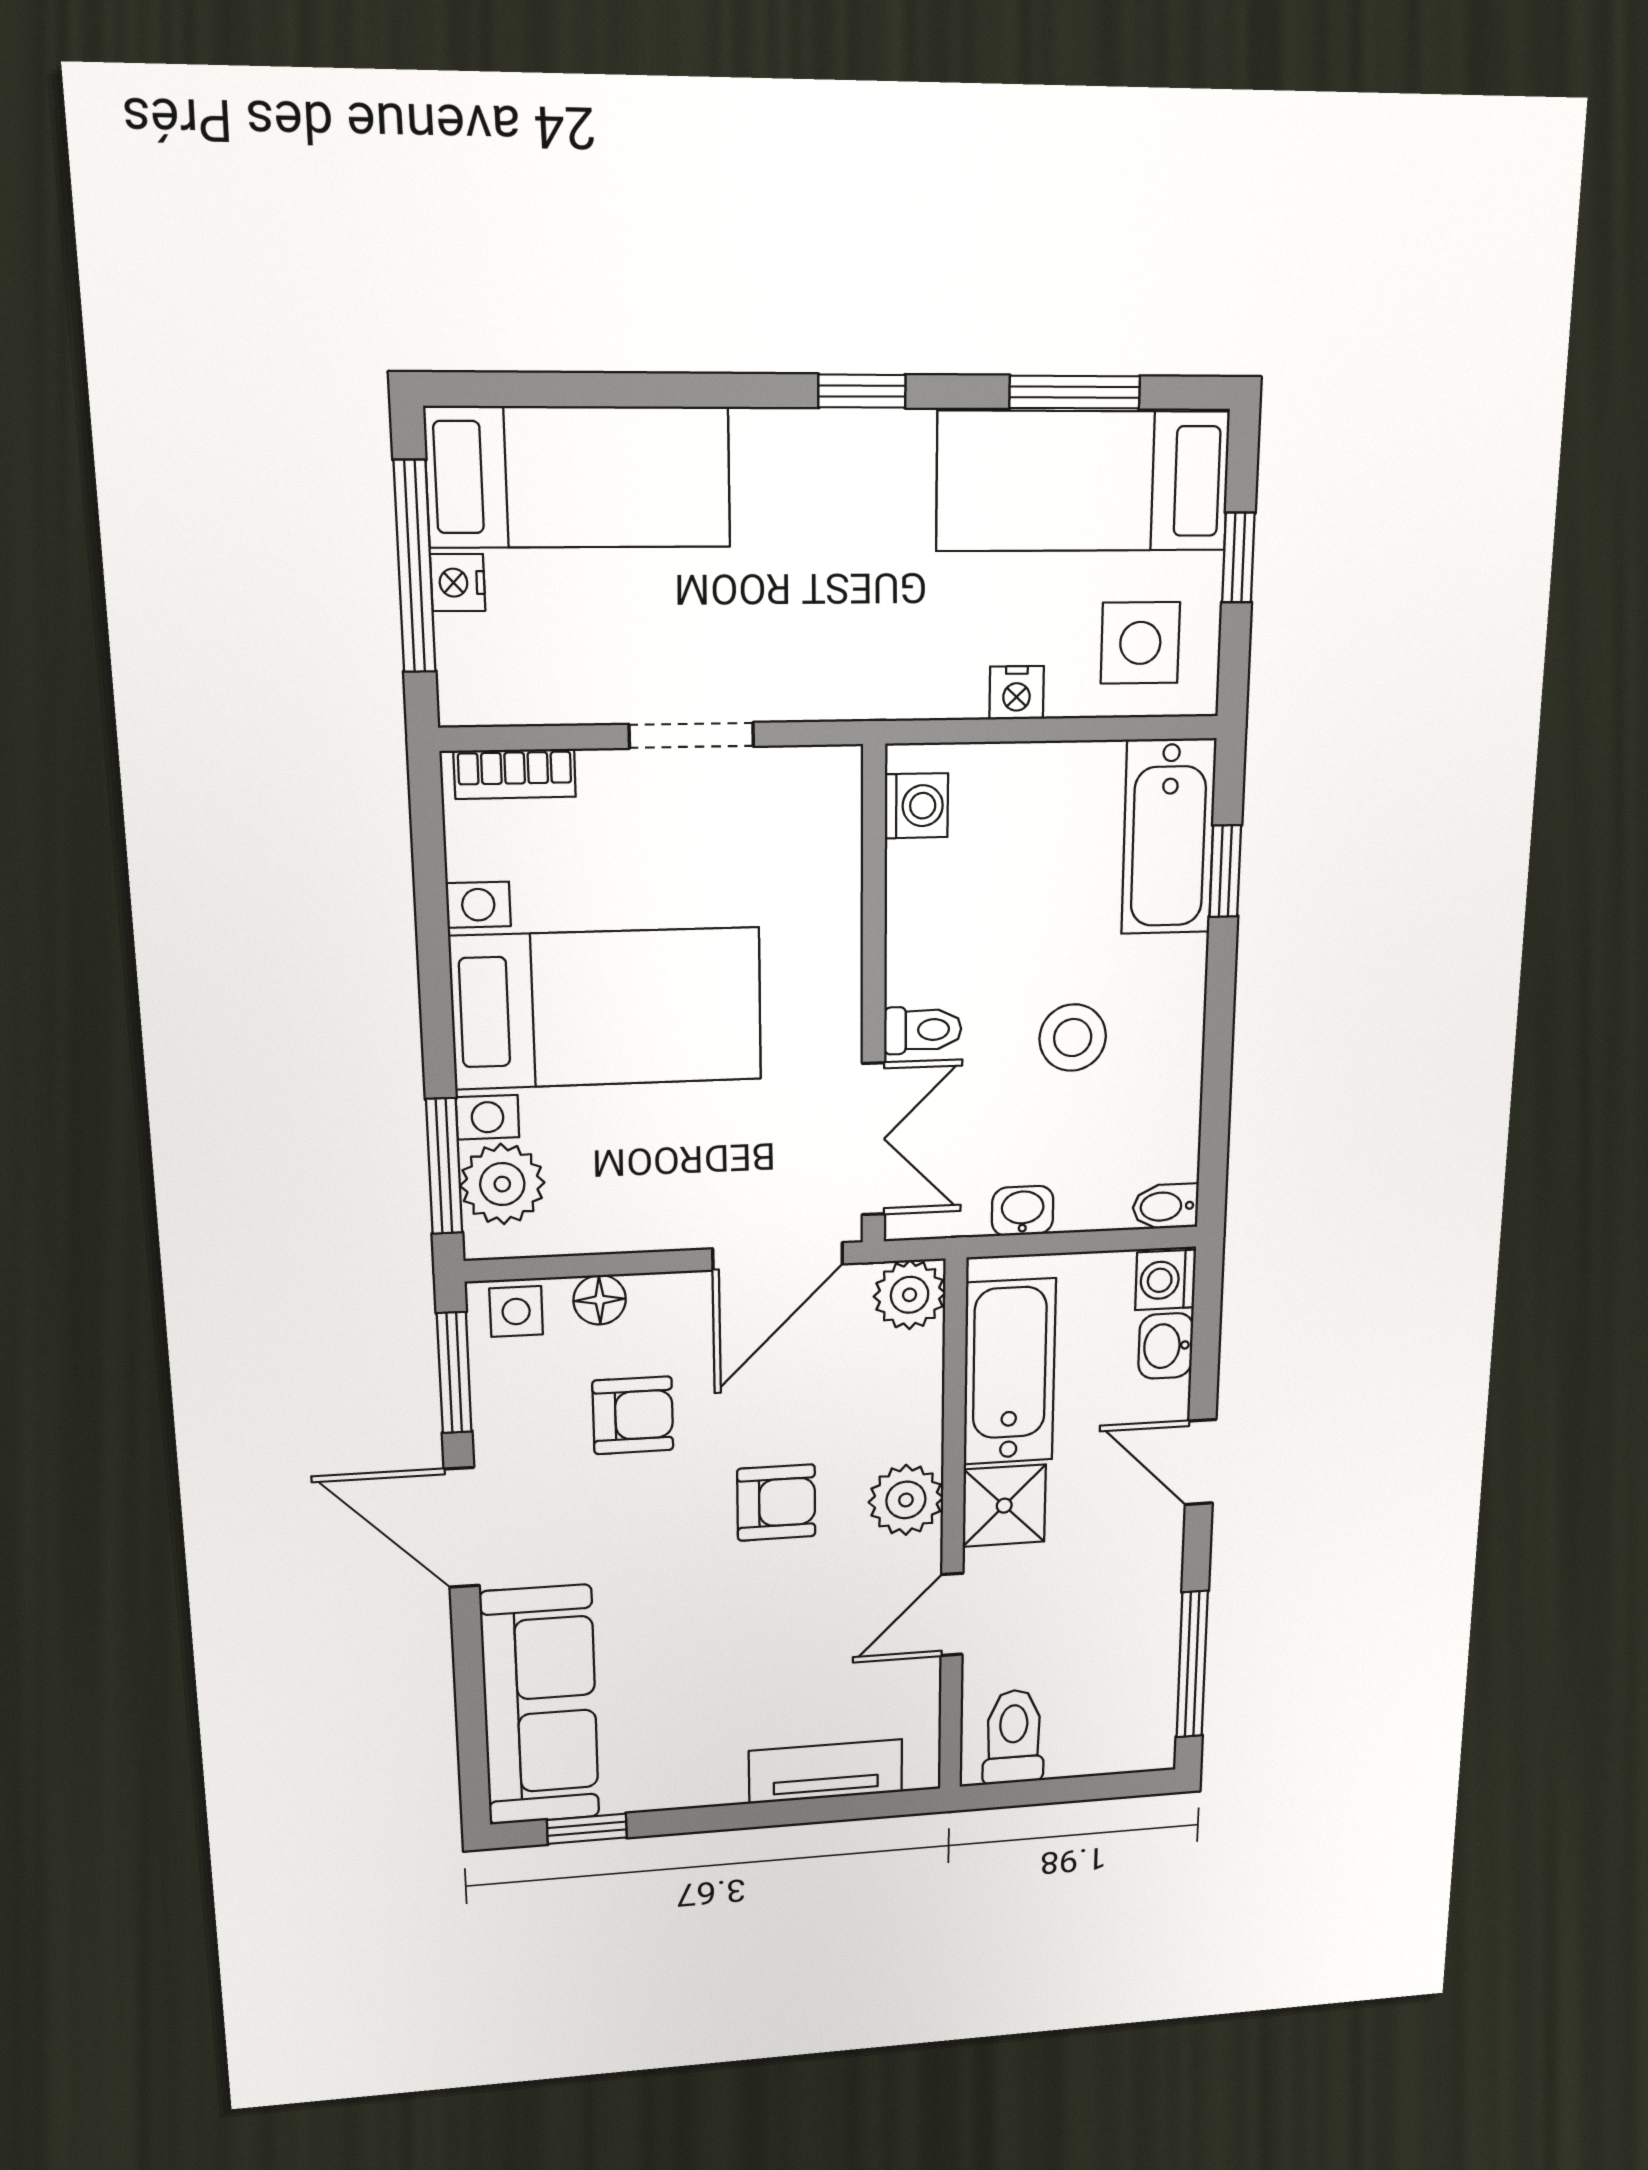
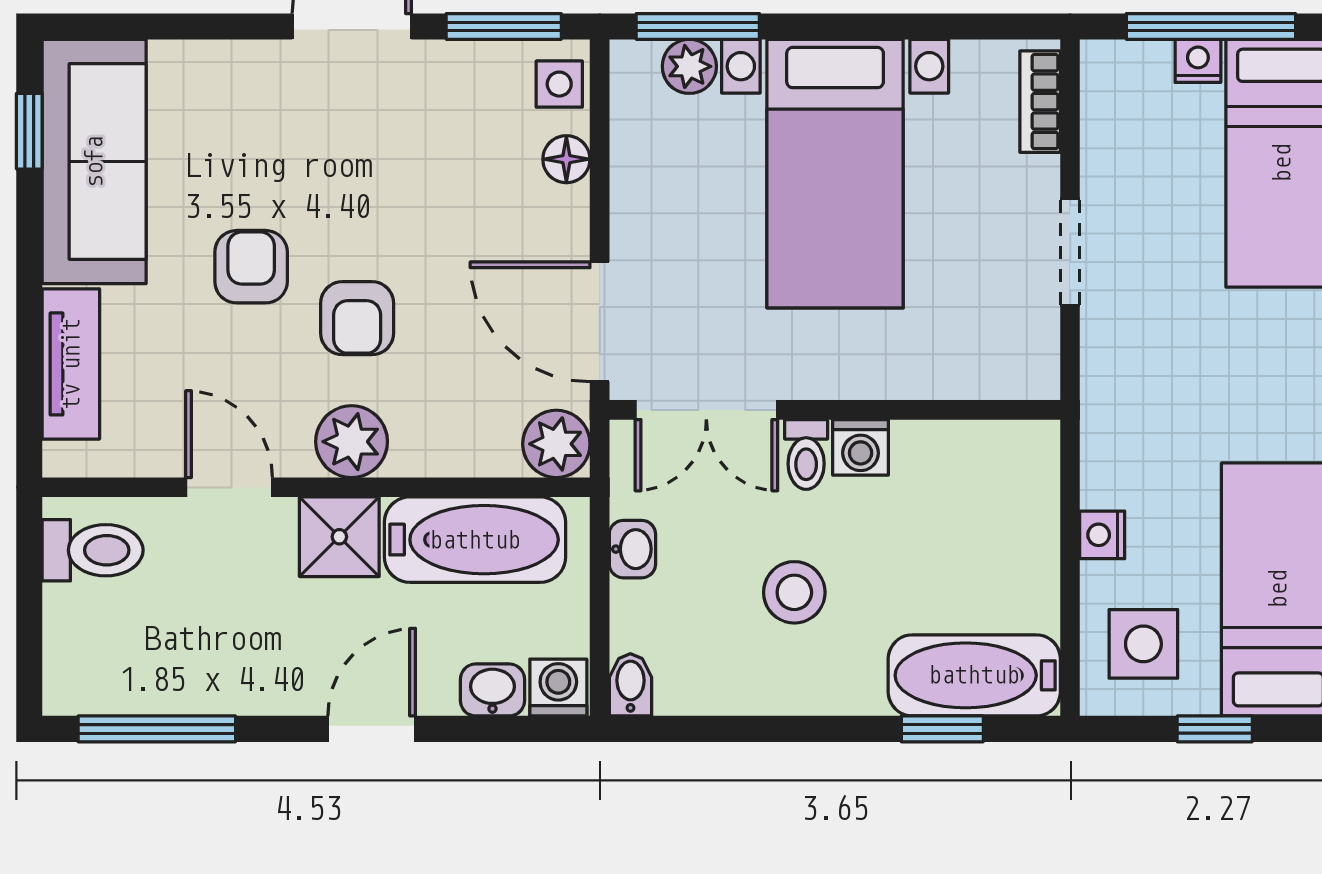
washing machine: (916, 806) -> (861, 447), moved
plant: (502, 1184) -> (689, 66), width x0.73, depth x0.73
armchair: (633, 1415) -> (251, 267), moved, turned 180
sofa: (540, 1706) -> (94, 162), moved, turned -90

